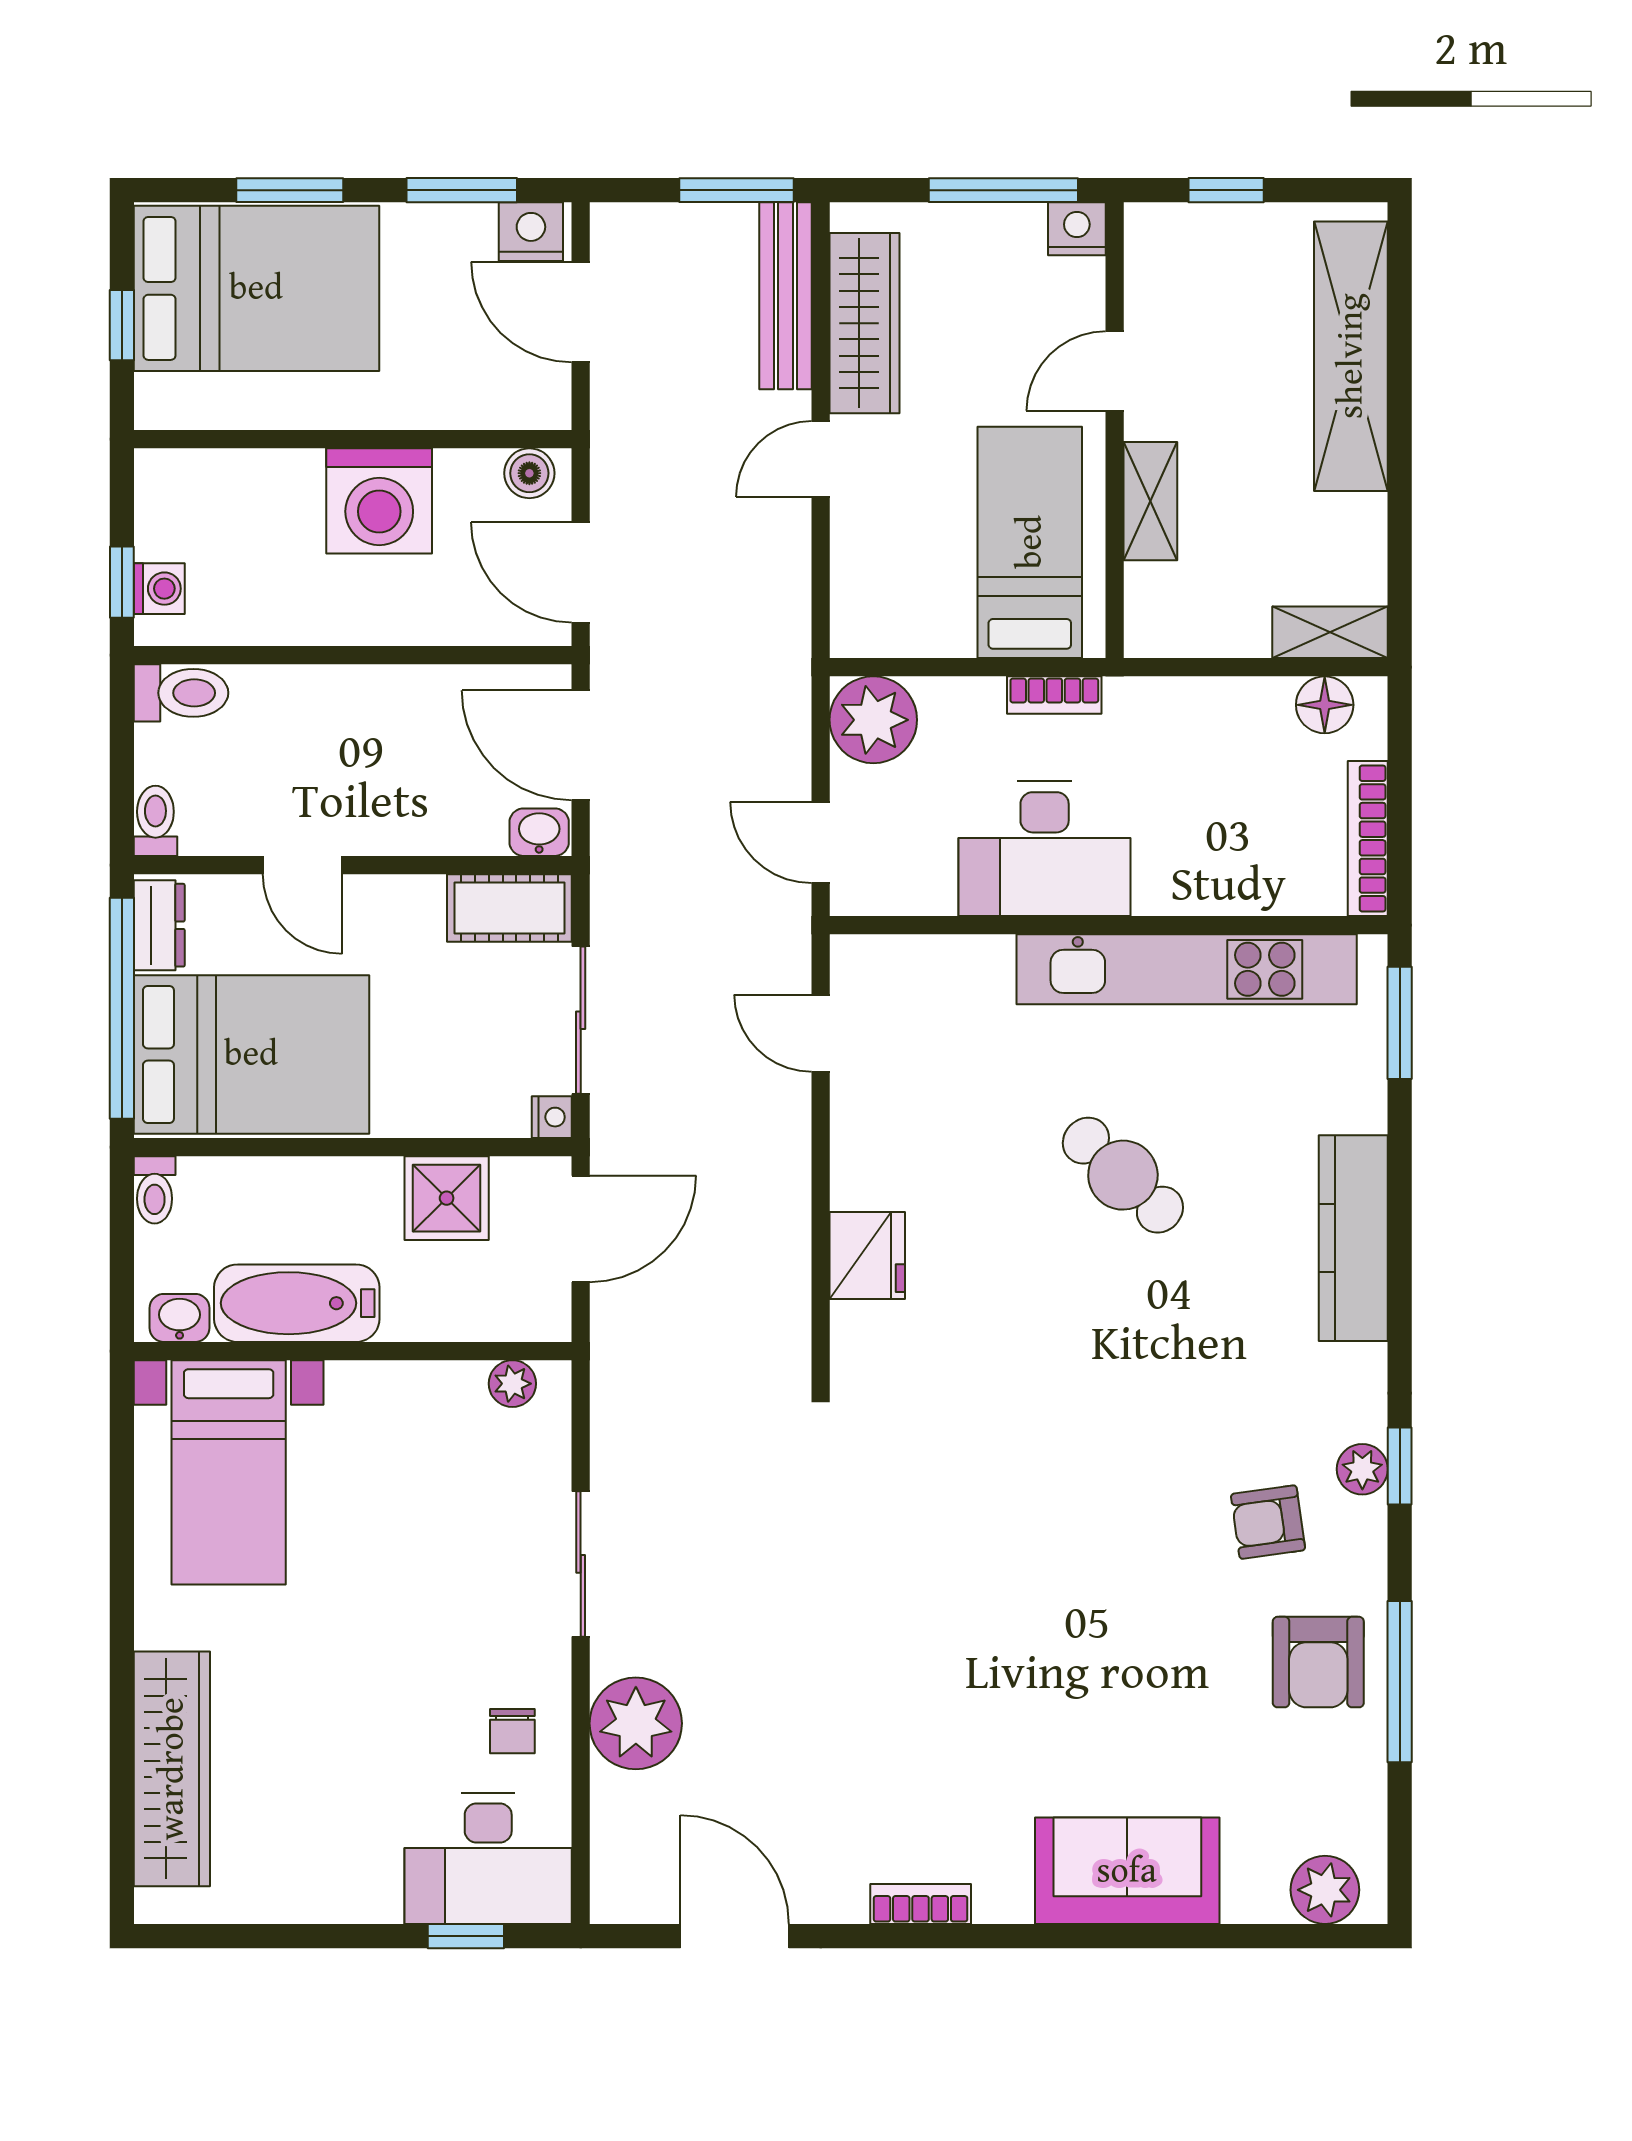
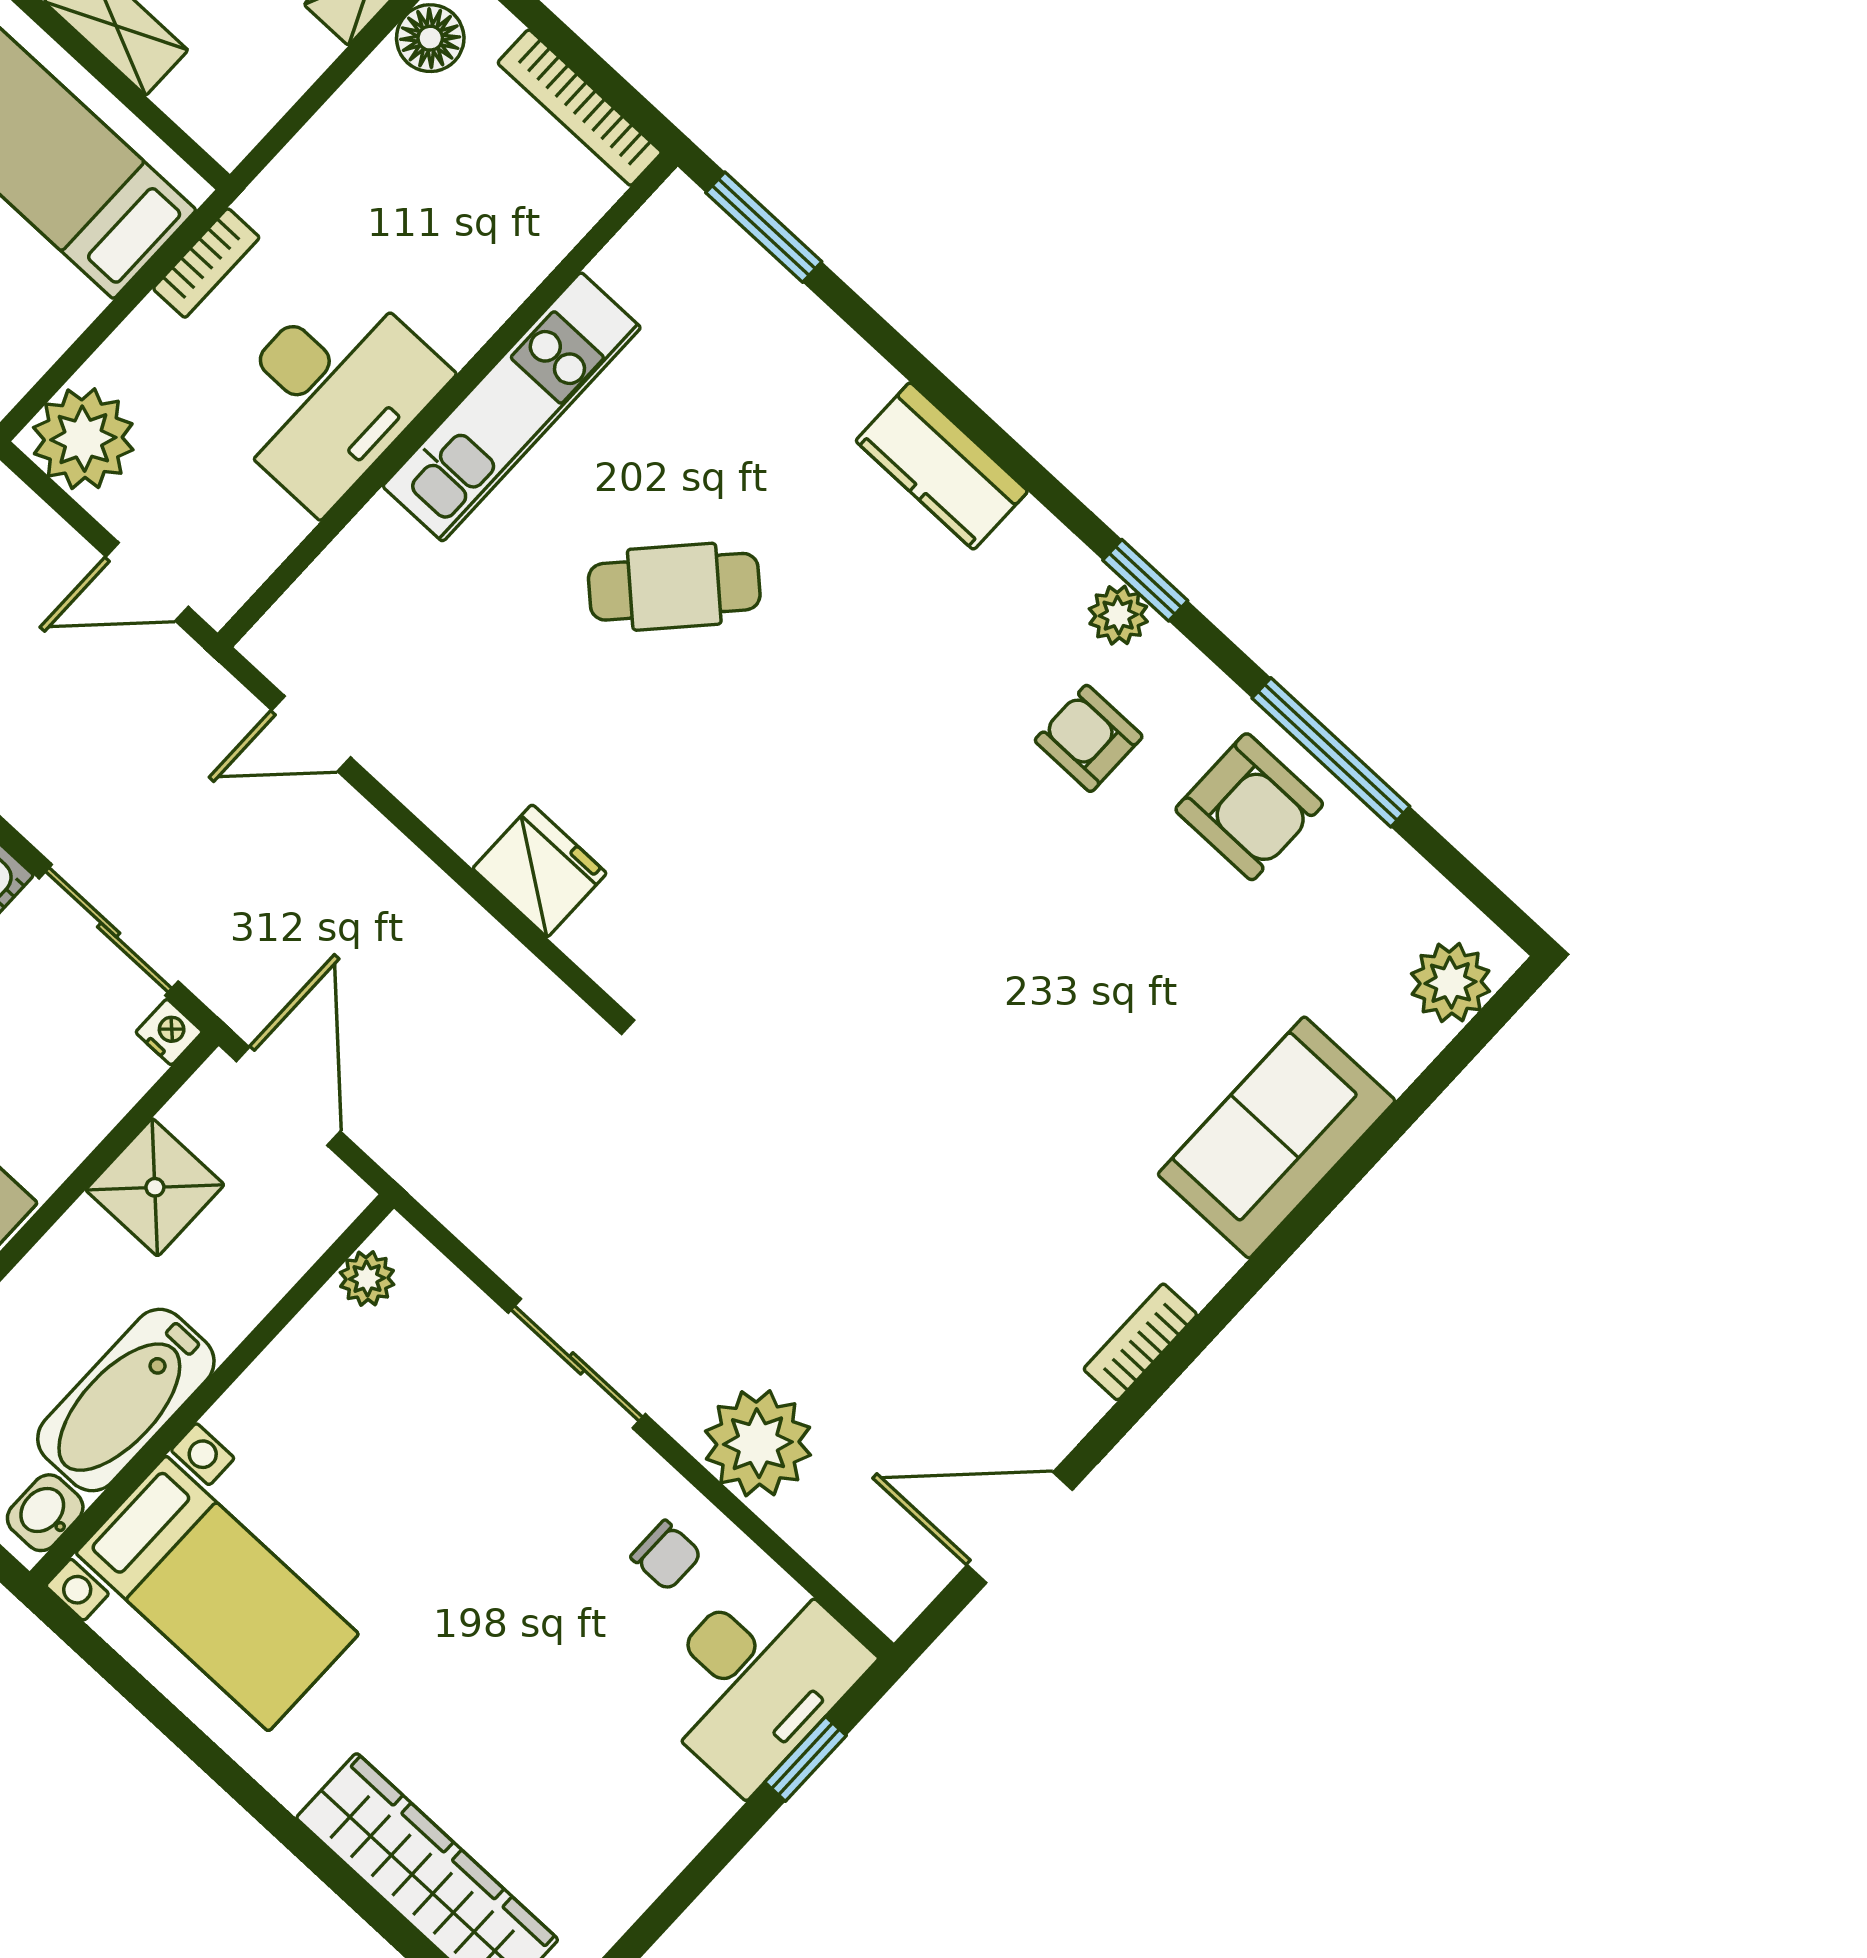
kitchen unit: (1187, 969) -> (512, 407), width x0.73
kitchen counter: (1353, 1238) -> (942, 466), width x0.67
armchair: (1268, 1522) -> (1089, 738), turned 98

